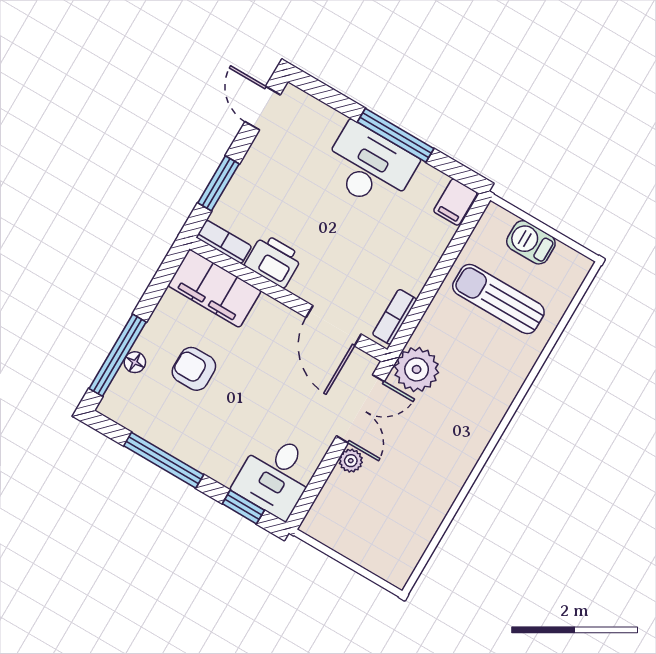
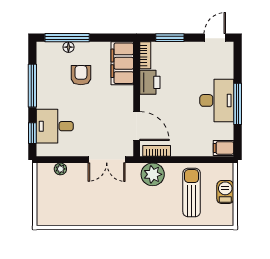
door: (334, 326) -> (137, 126), swing flipped
plant: (417, 369) -> (153, 174), moved
plant: (351, 461) -> (60, 169), moved
desk: (276, 476) -> (55, 126), moved

